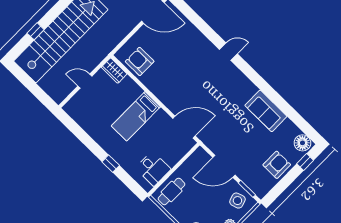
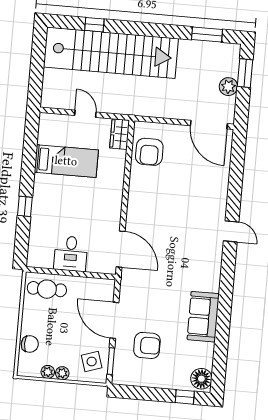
armchair: (140, 61) -> (149, 152), turned 180
bed: (136, 116) -> (66, 161), moved, turned 180
armchair: (277, 165) -> (147, 345), moved
desk: (153, 169) -> (71, 254), moved

